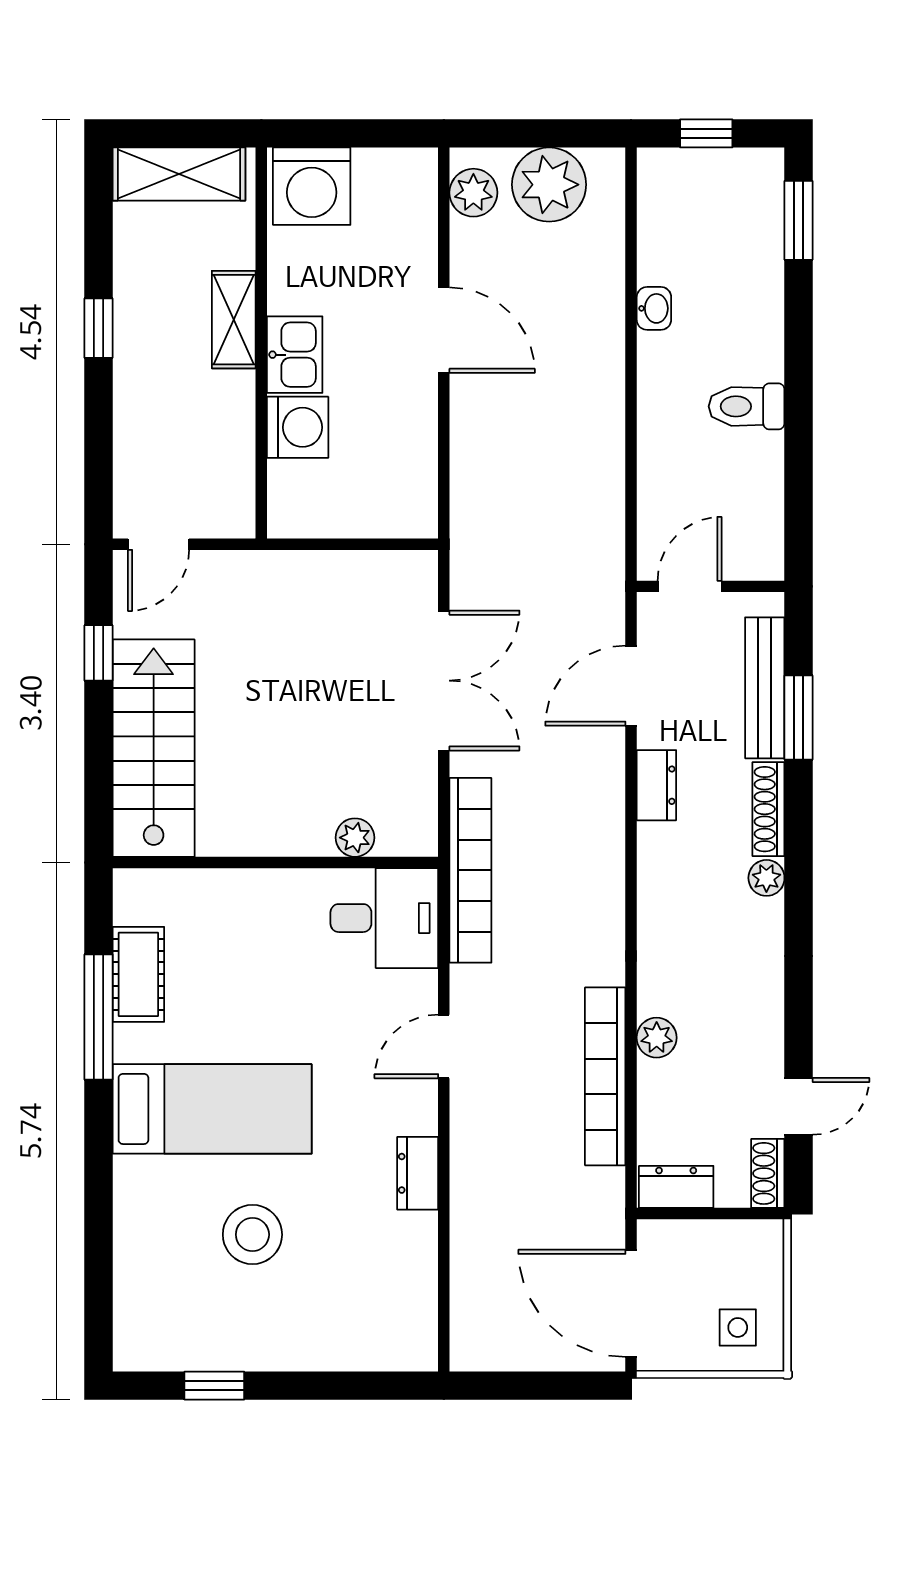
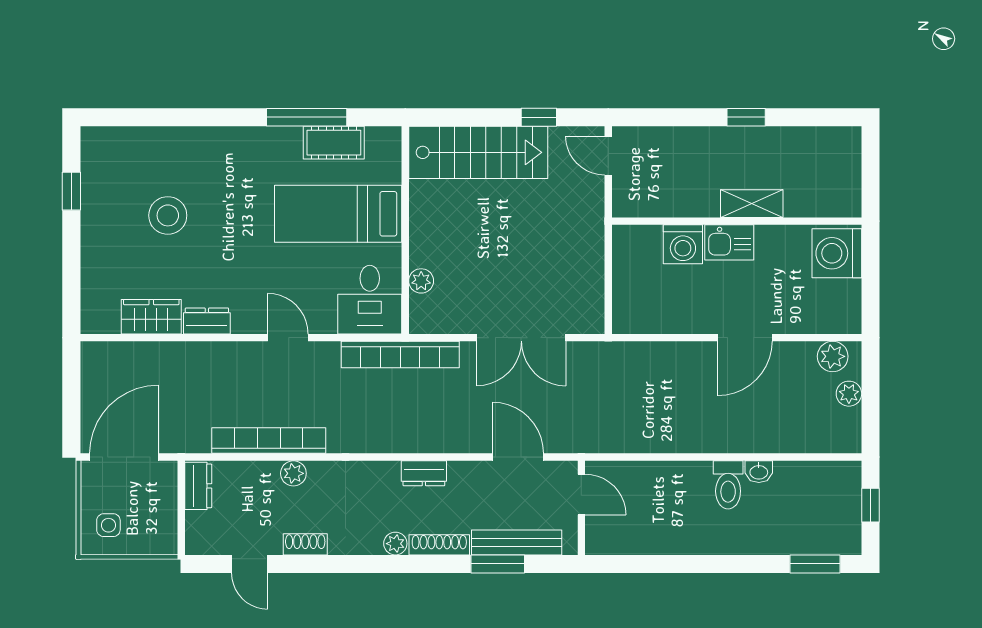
shelving: (179, 174) -> (845, 169), removed
plant: (549, 185) -> (849, 394), width x0.53, depth x0.53
toilet: (747, 406) -> (728, 485), moved, turned 180
dresser: (656, 785) -> (424, 473), moved
bed: (212, 1109) -> (338, 214), moved, turned 90
shoe rack: (768, 1173) -> (305, 544), moved
wardrobe: (411, 1260) -> (151, 317), added

